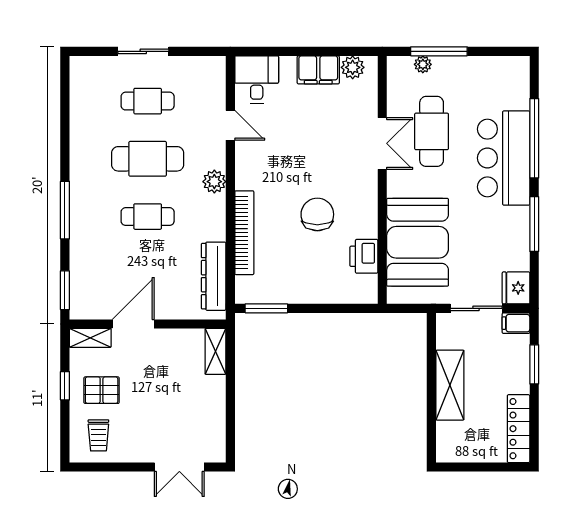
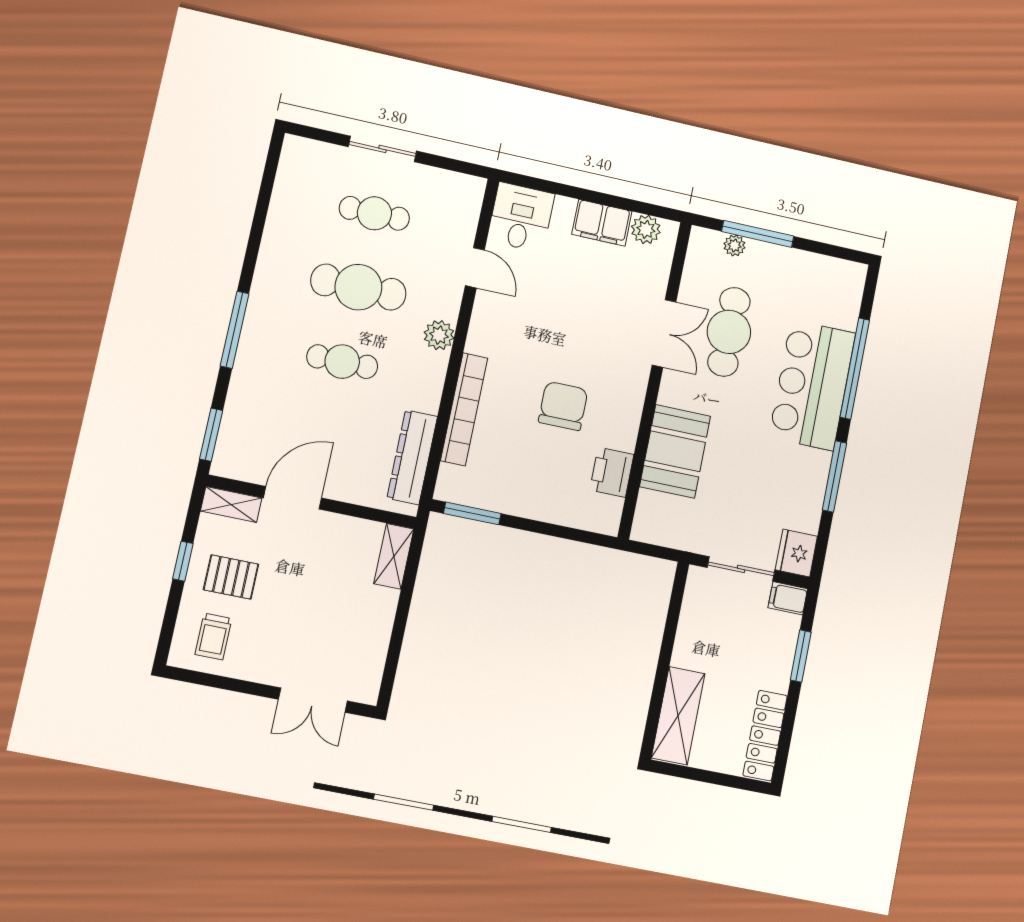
booth: (418, 242) -> (675, 451), width x0.73, depth x0.70
shelving: (450, 385) -> (678, 716), moved

